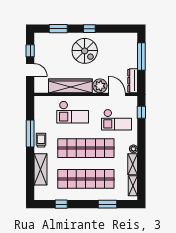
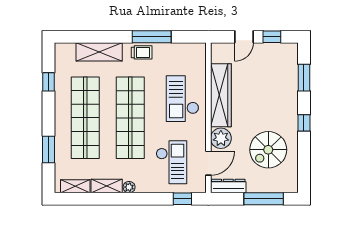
spiral stairs: (85, 51) -> (268, 150), moved
checkout: (116, 120) -> (171, 162), turned 180

